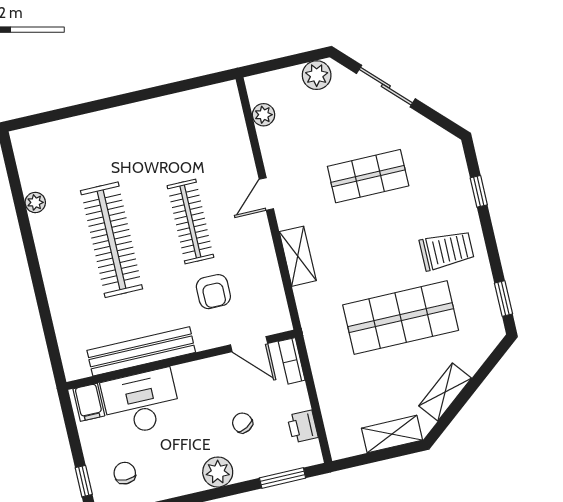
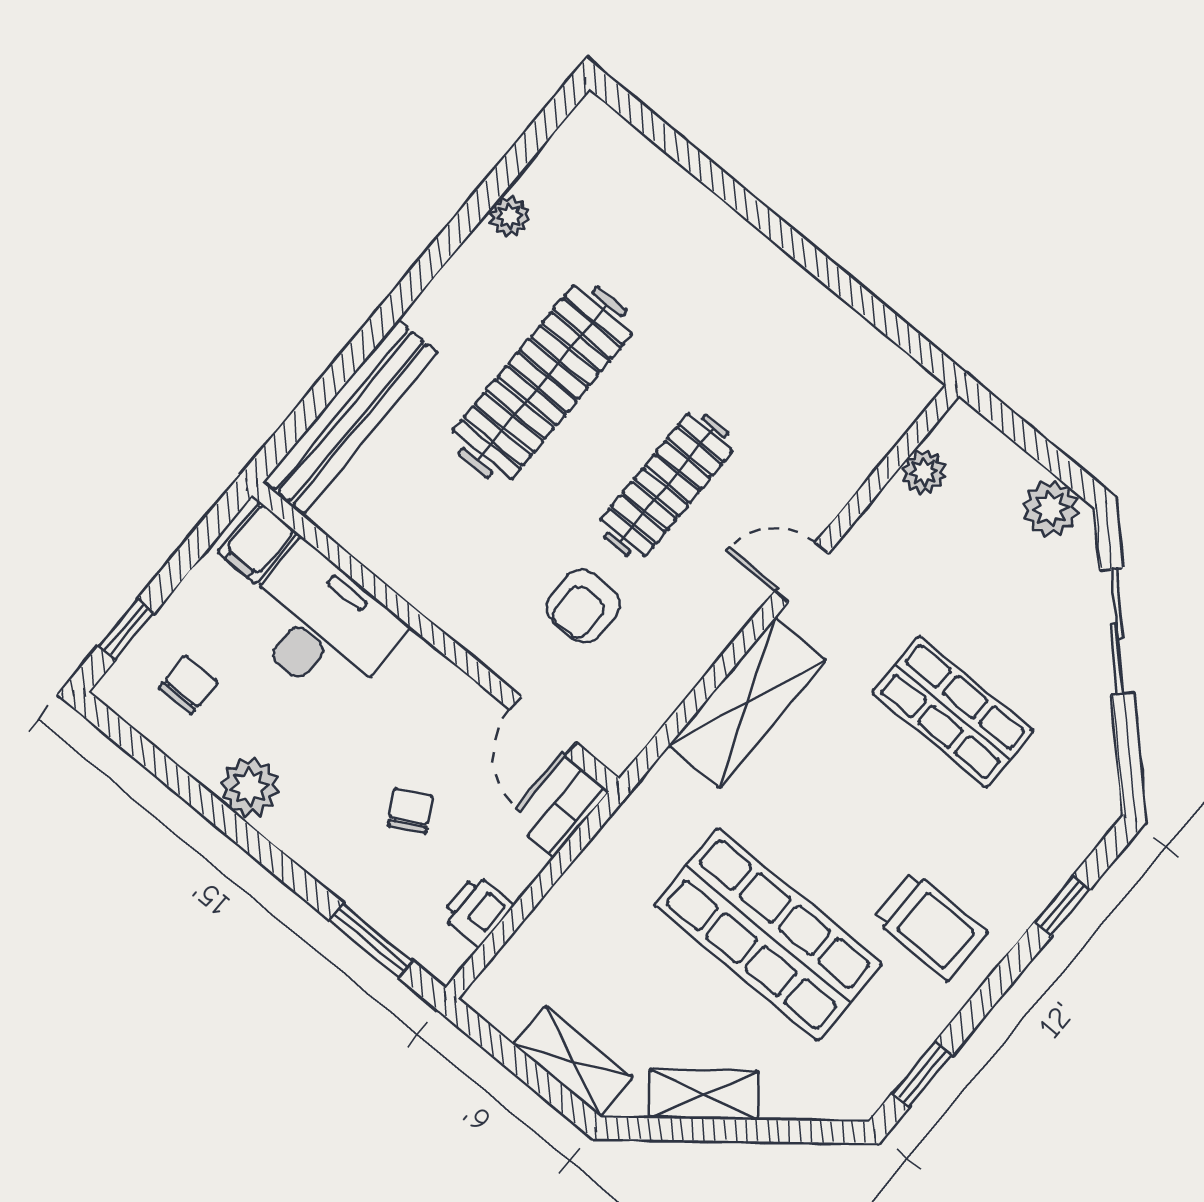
shelving: (298, 256) -> (747, 703), width x1.50, depth x1.33
bench: (141, 351) -> (351, 417), moved, turned 90
plant: (218, 472) -> (250, 787), moved

